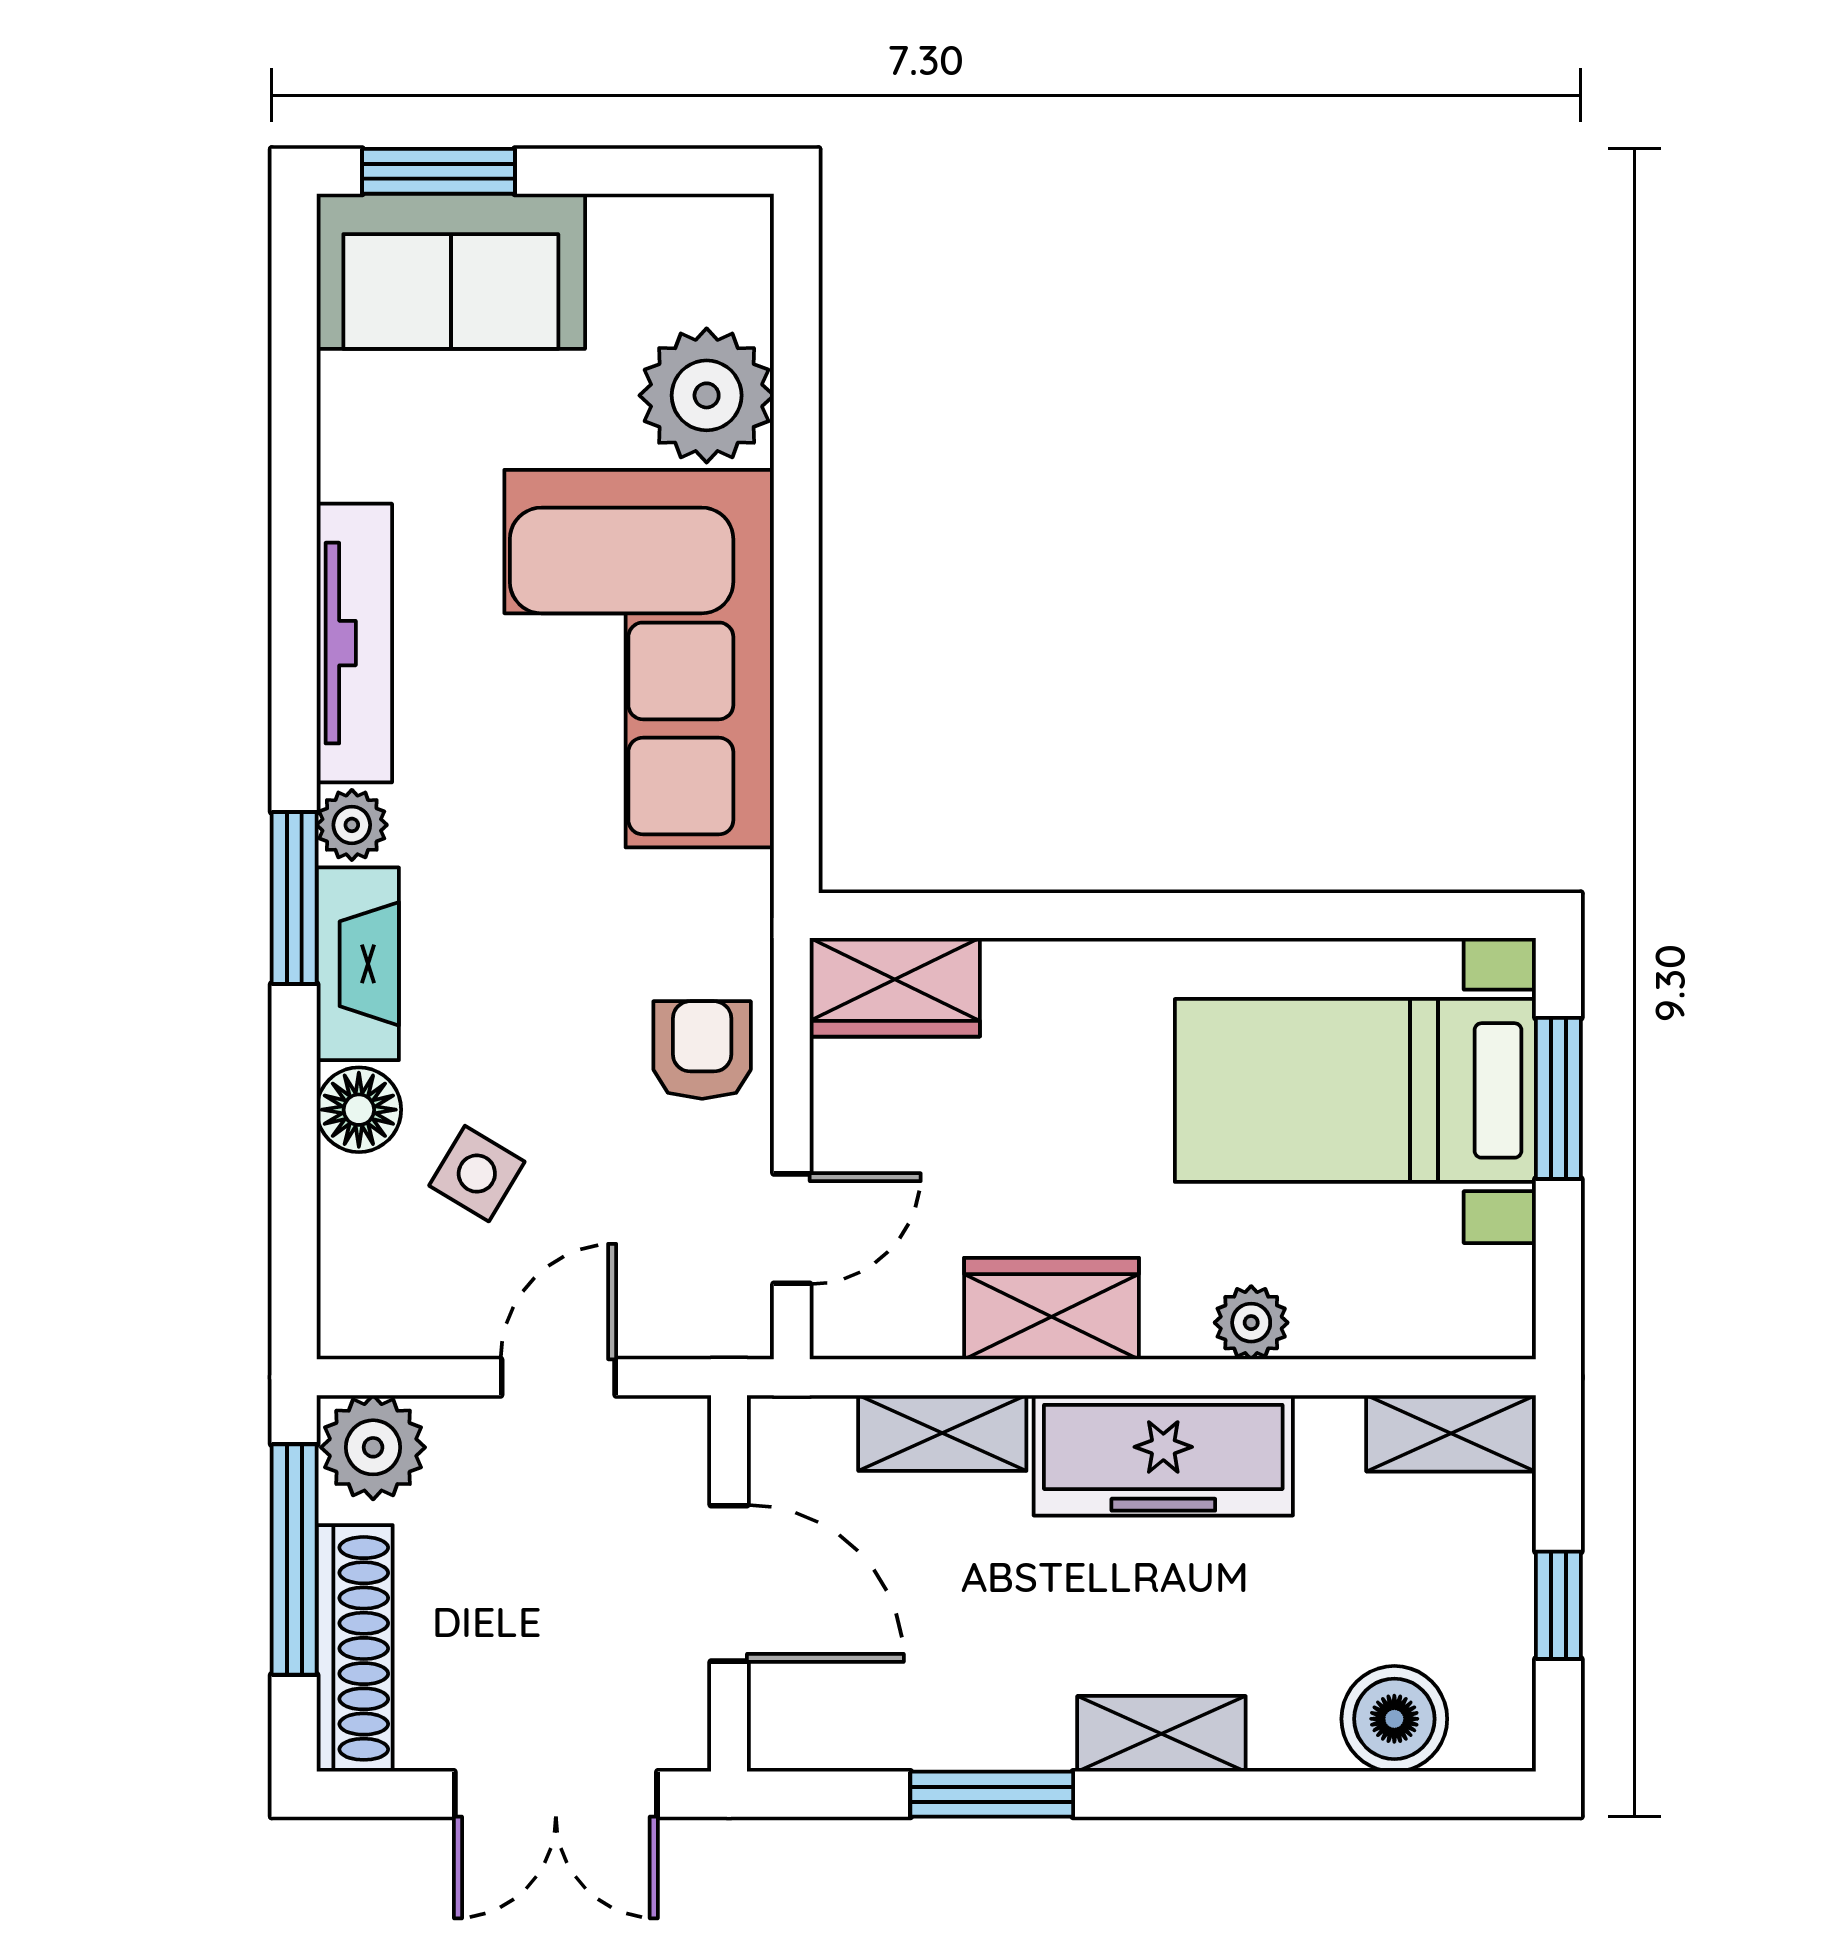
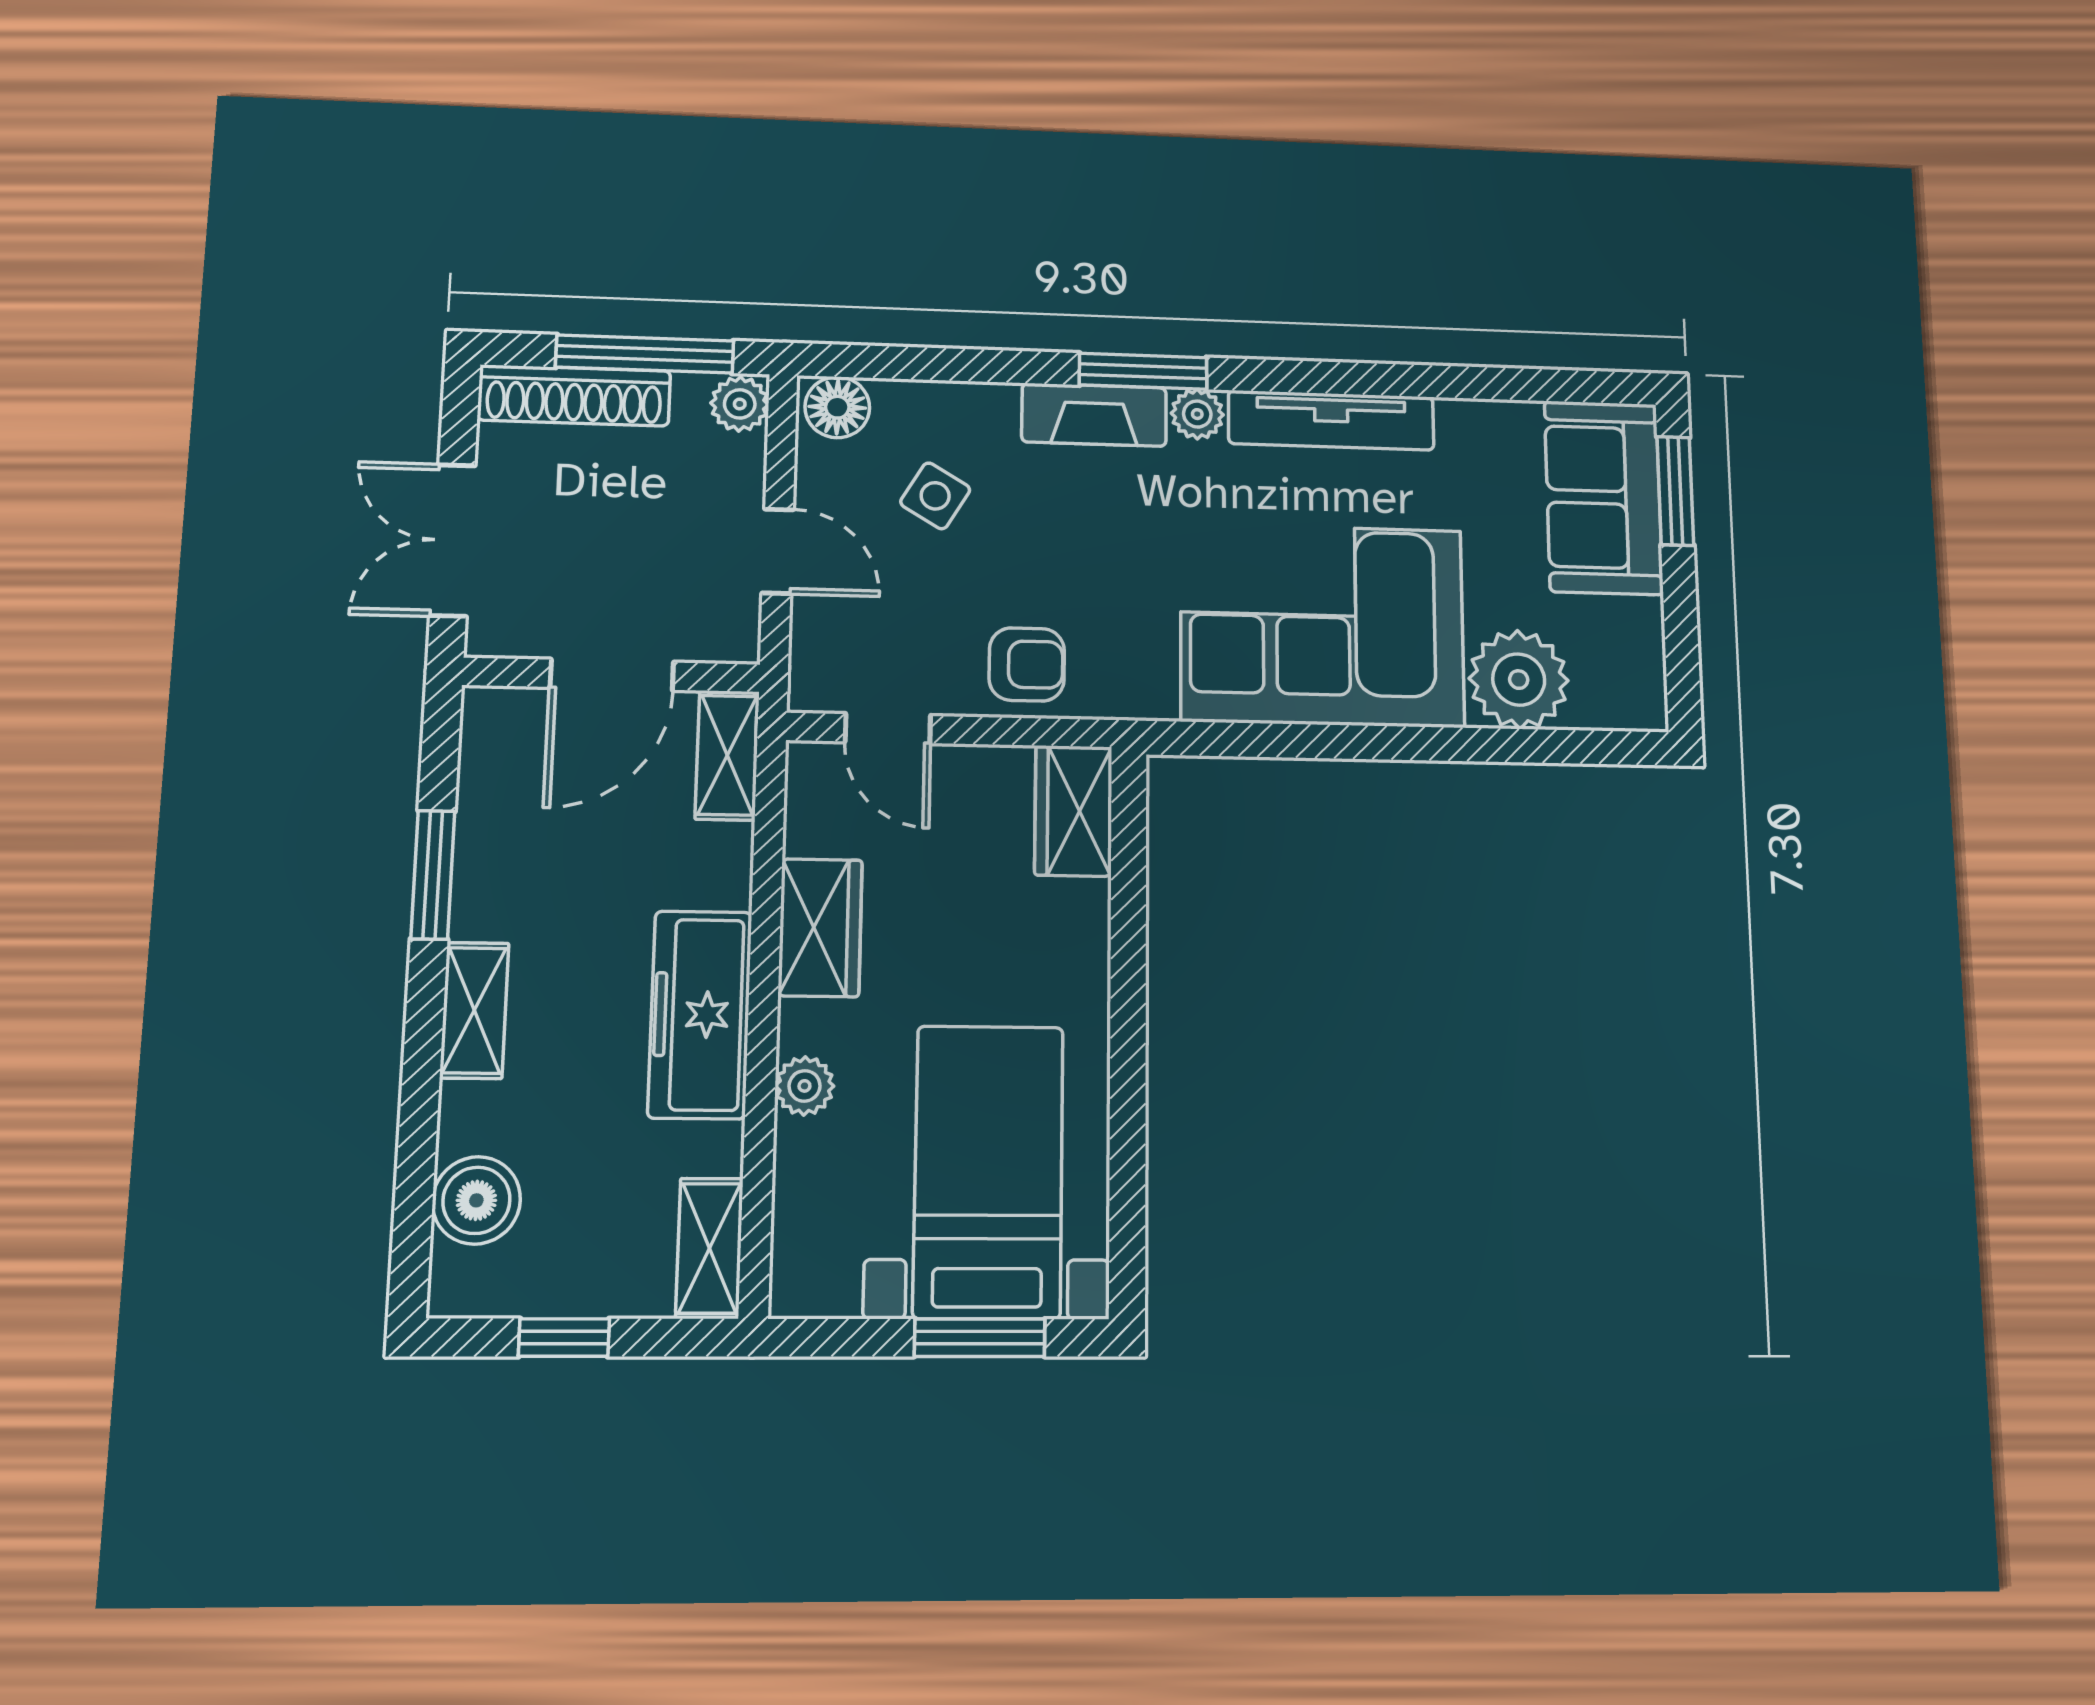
floor lamp: (359, 1110) -> (837, 407), moved
shelving: (942, 1433) -> (727, 755), moved
plant: (373, 1447) -> (740, 404), width x0.73, depth x0.73

